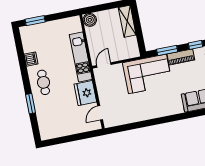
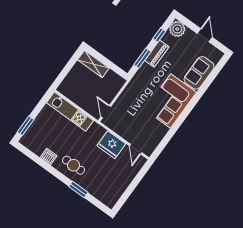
boiler: (90, 20) -> (65, 88), removed
kitchen unit: (81, 57) -> (70, 112), moved
corner sofa: (147, 74) -> (171, 101), moved, turned 180

